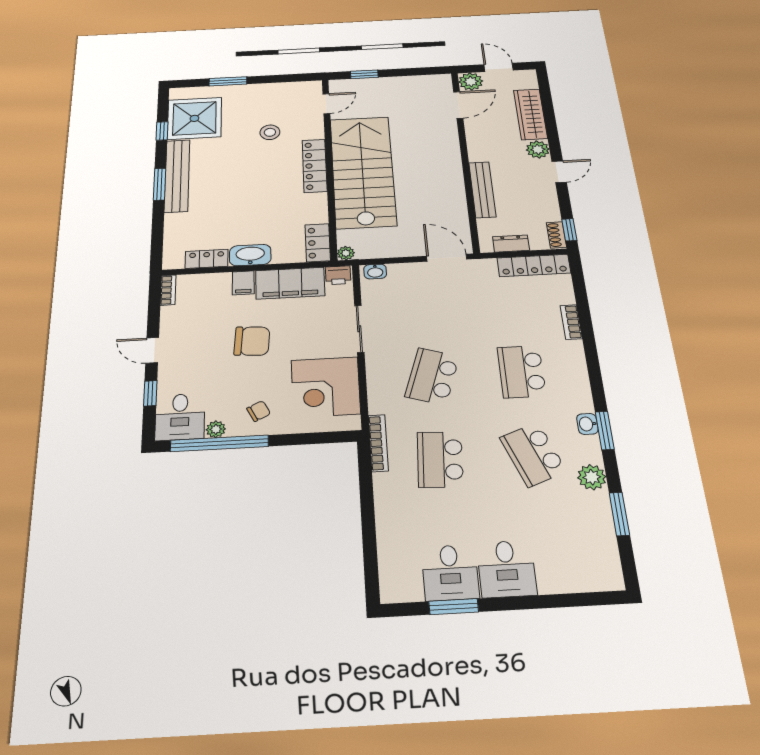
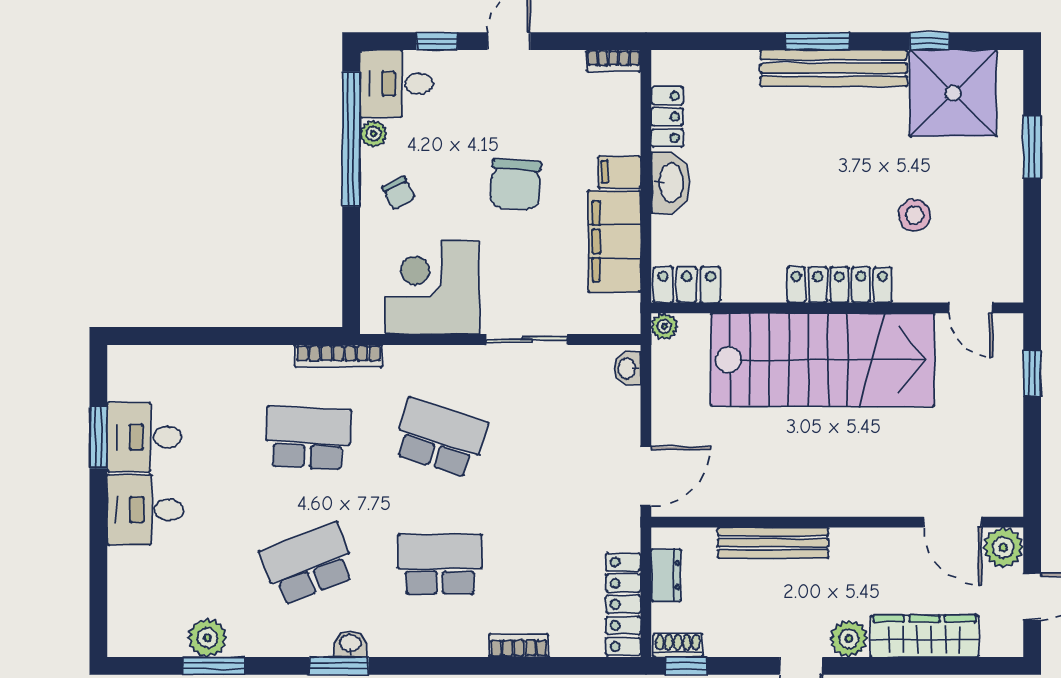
printer: (338, 275) -> (624, 313), removed
plant: (592, 477) -> (207, 638), moved

